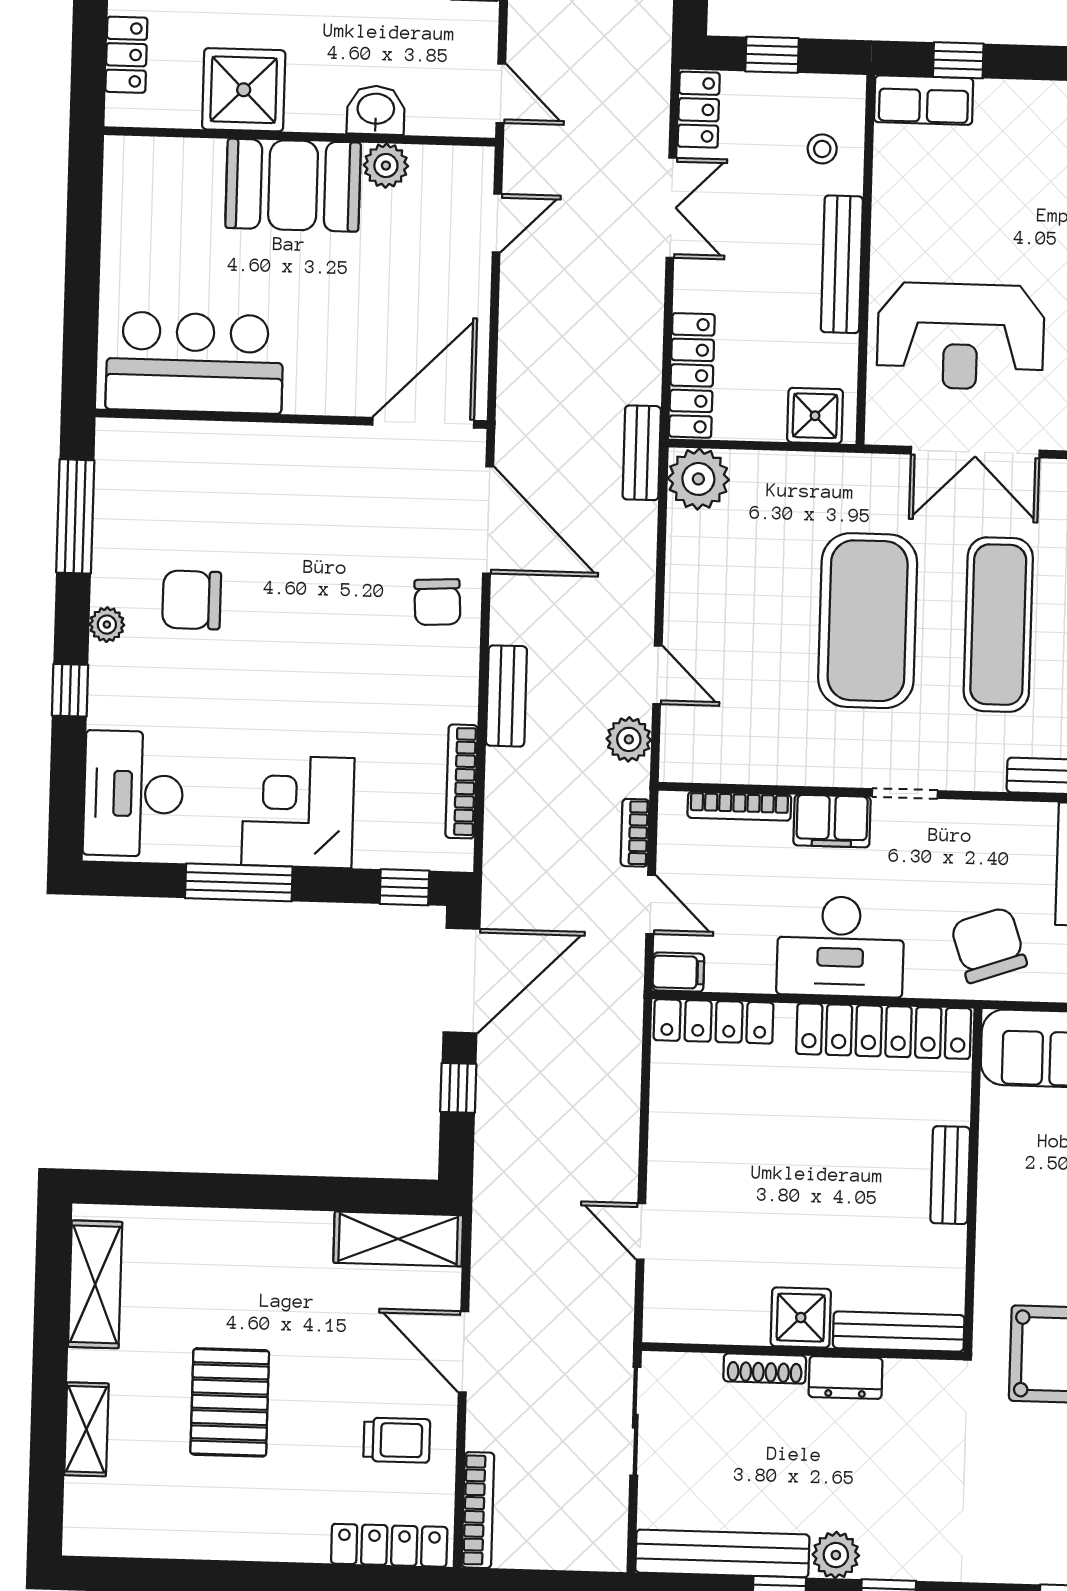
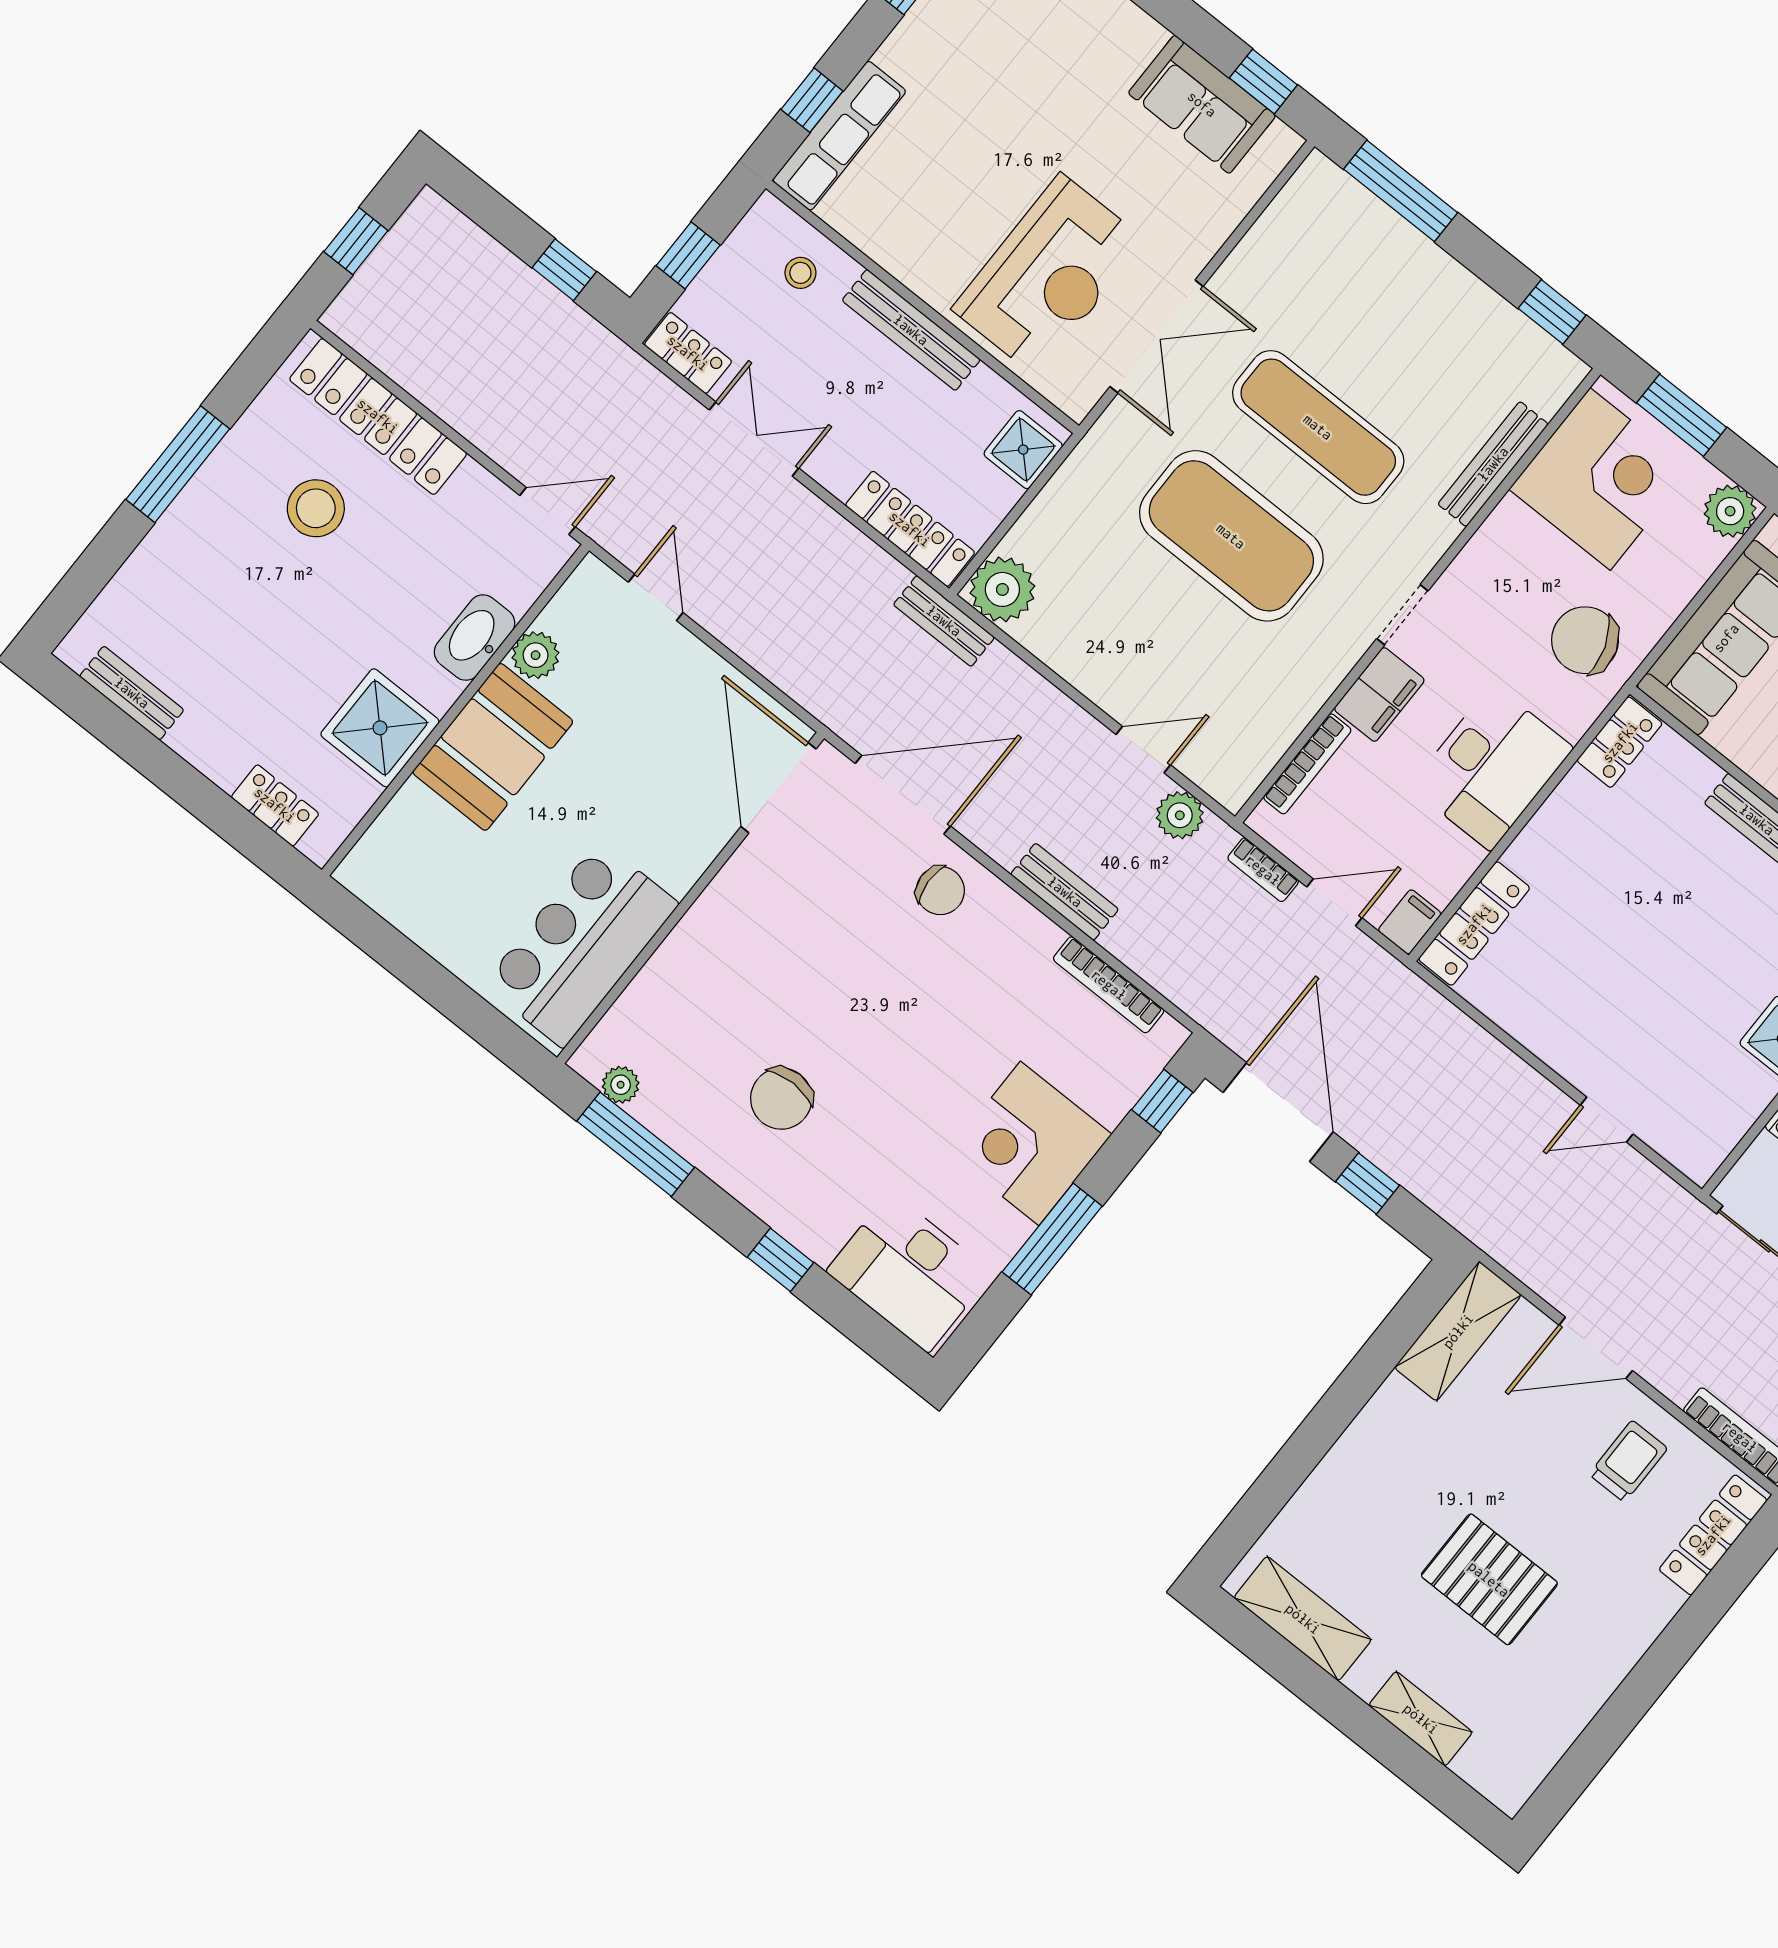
row of seats: (924, 100) -> (839, 136), width x1.48
washbasin: (376, 110) -> (475, 638), width x1.38
plant: (107, 625) -> (621, 1085), moved
locker: (884, 1031) -> (1620, 742), width x0.46, depth x0.83

